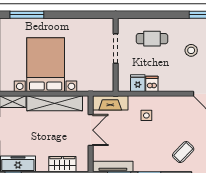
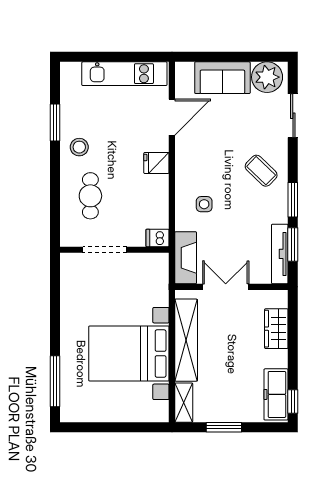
stool: (191, 50) -> (79, 147), moved
fridge: (138, 83) -> (156, 163), moved
dishwasher: (152, 84) -> (158, 238), moved
coffee table: (183, 152) -> (261, 171), moved

